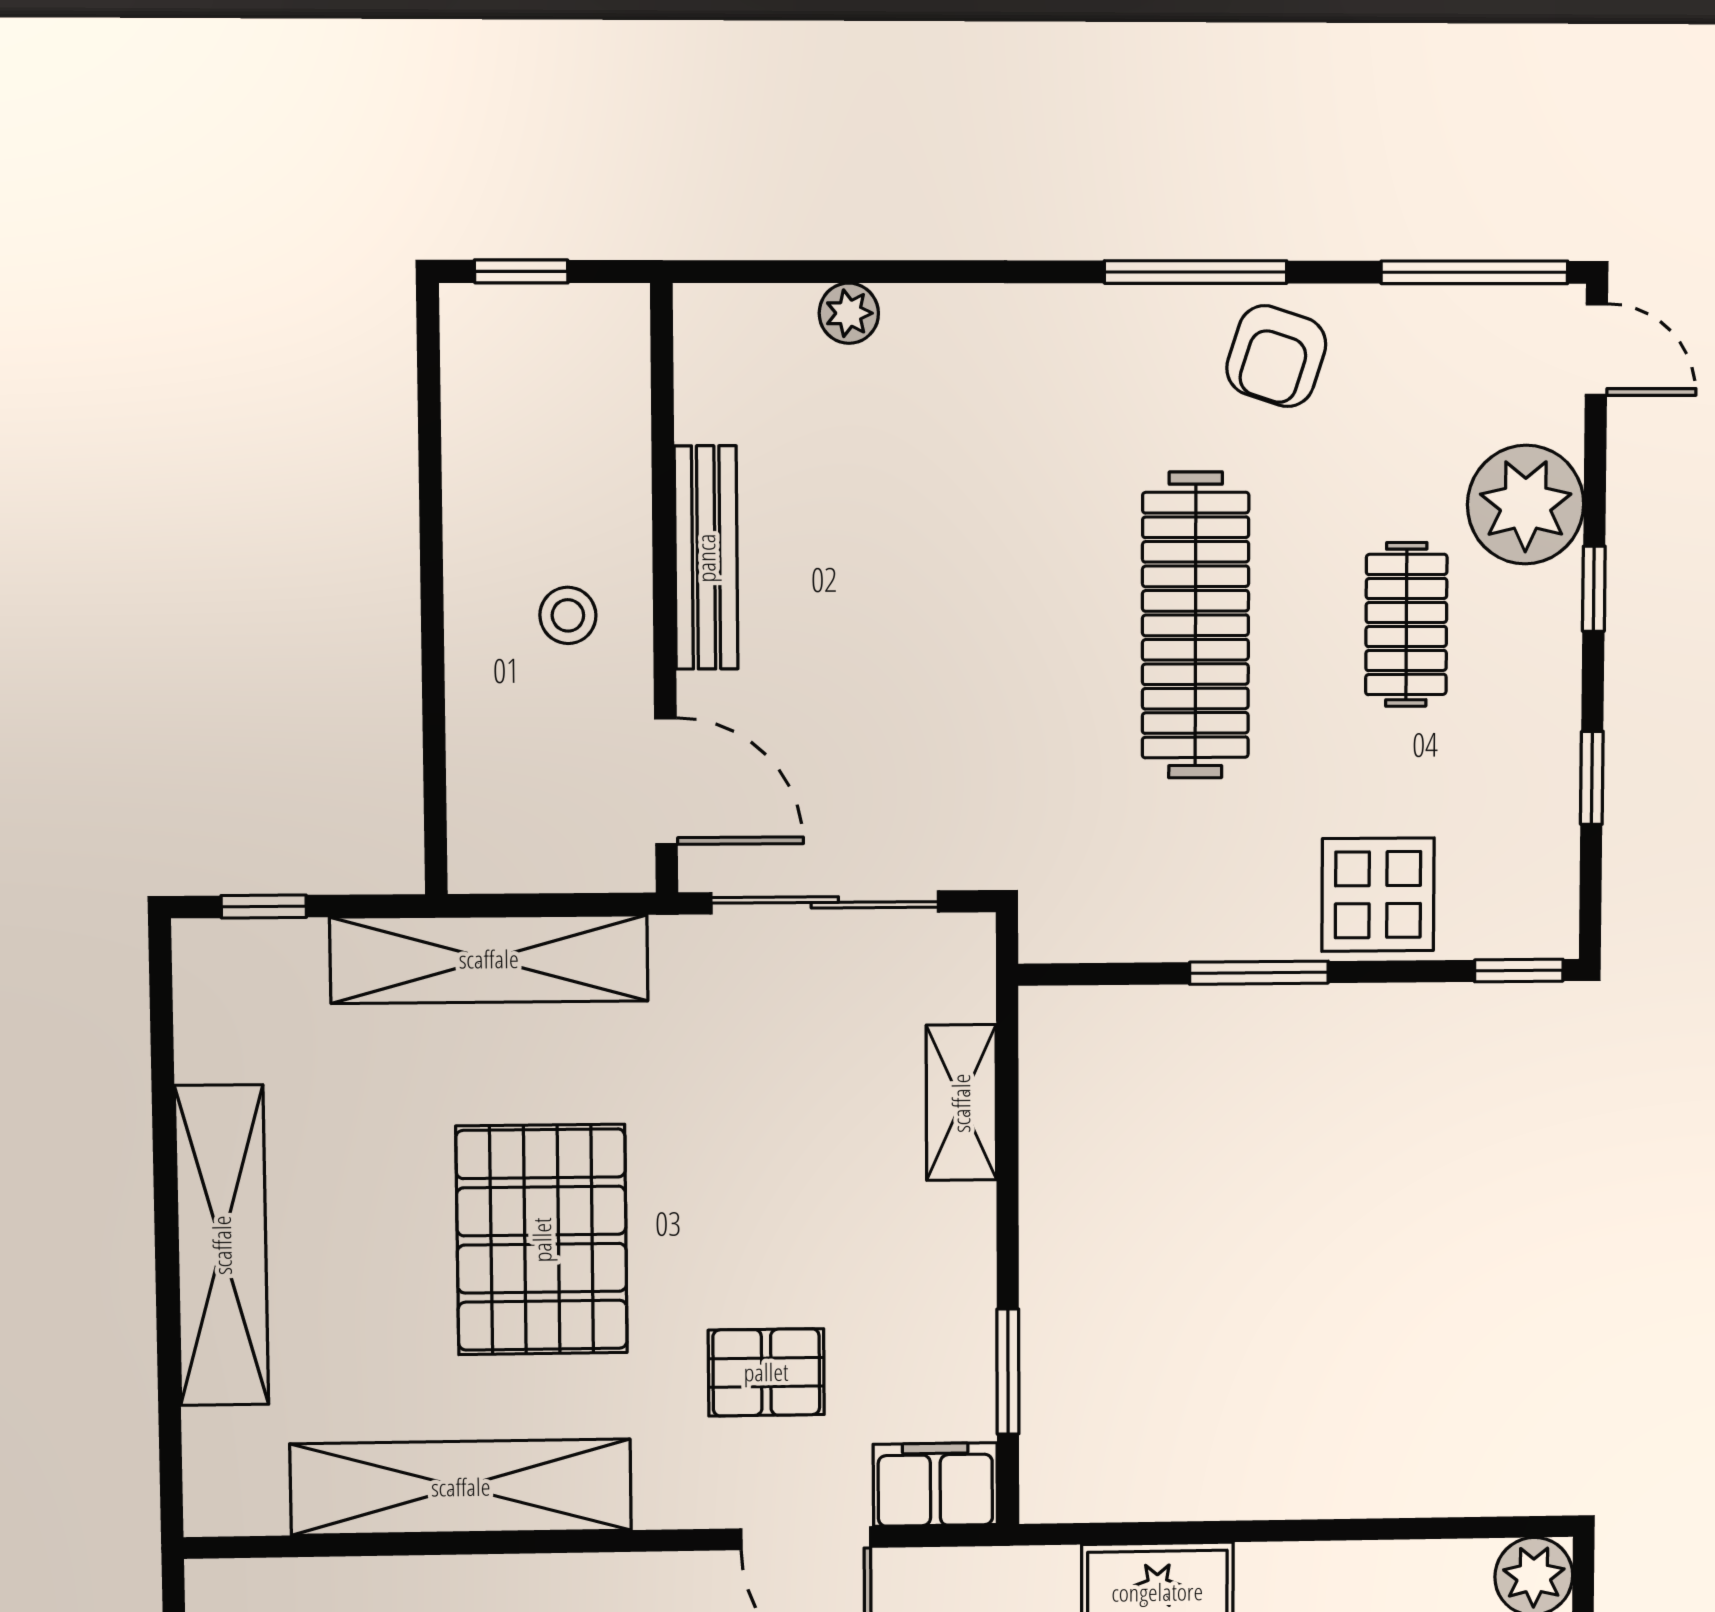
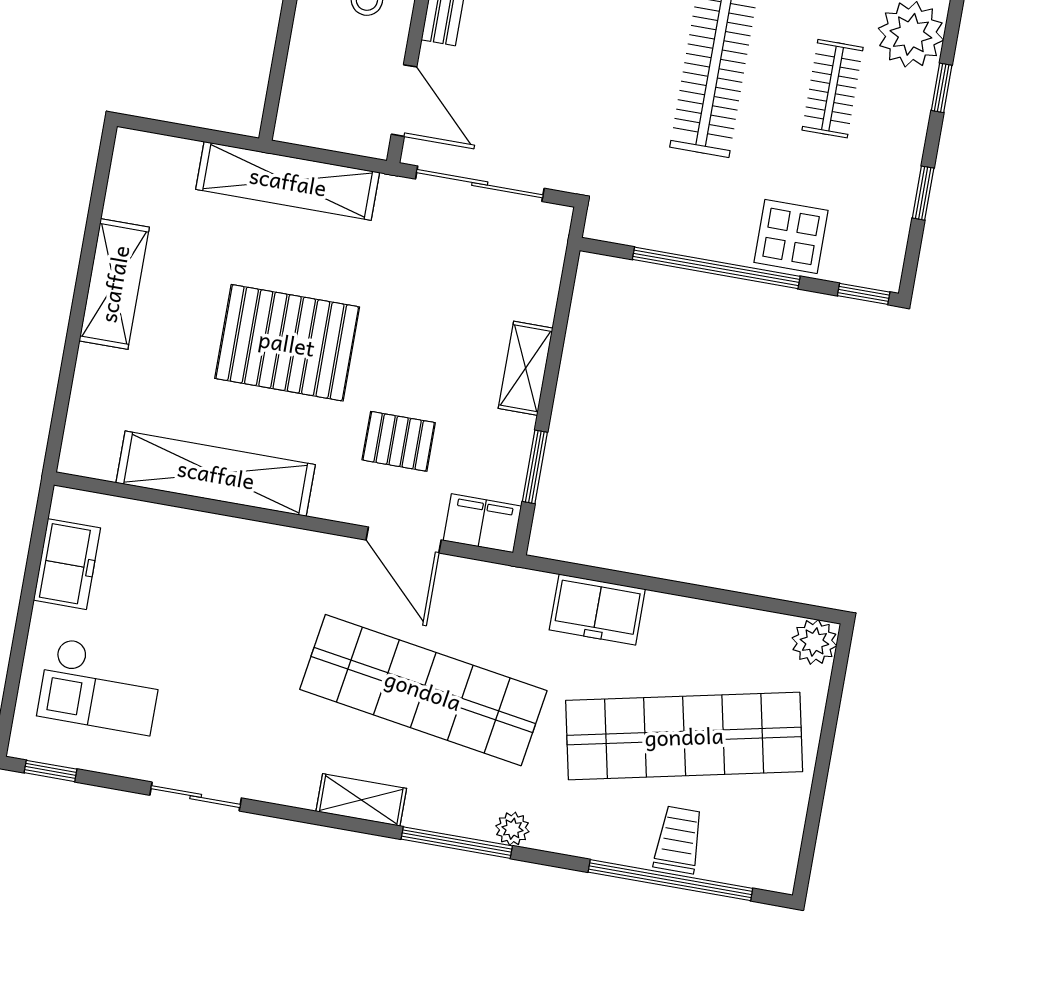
window: (264, 906) -> (169, 129), removed
window: (1259, 973) -> (716, 268), width x2.11
shelving: (961, 1103) -> (526, 368), moved
pallet: (542, 1240) -> (287, 343), turned 90
shelving: (222, 1245) -> (114, 284), width x0.68

